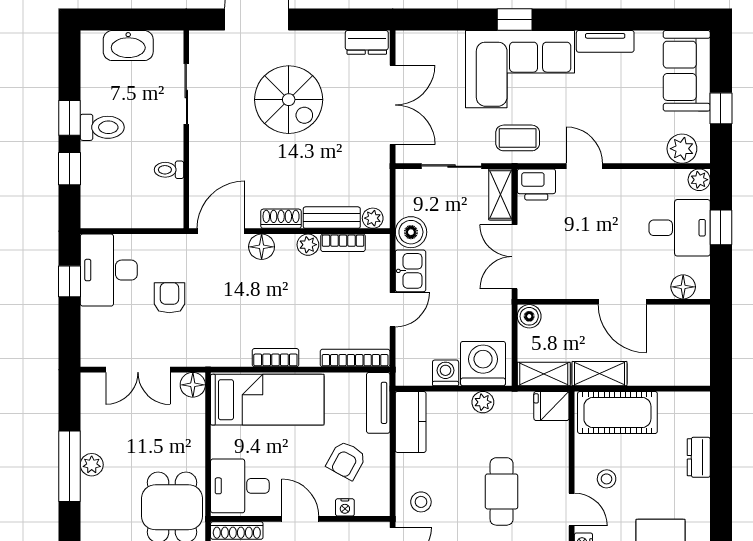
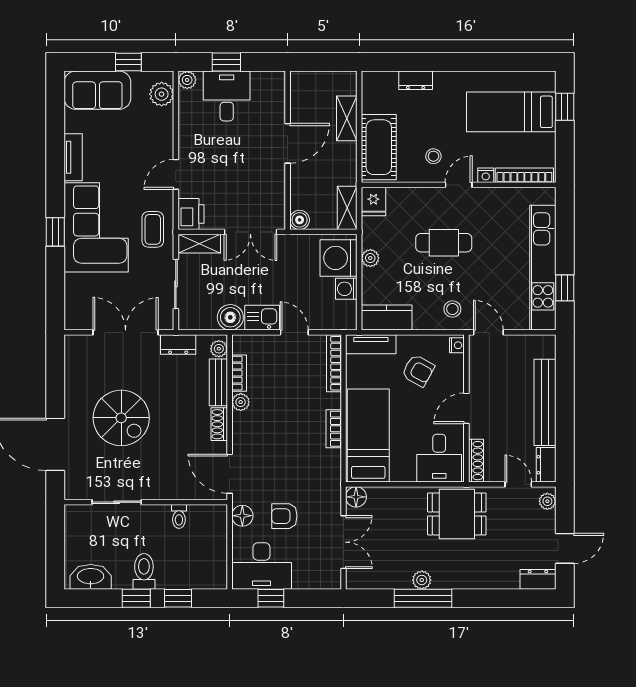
dresser: (367, 42) -> (178, 344), moved, turned 90
washbasin: (128, 46) -> (91, 577), moved, turned -90
spiral stairs: (289, 100) -> (121, 418), turned 90
floor lamp: (262, 247) -> (242, 516), moved
floor lamp: (683, 287) -> (275, 93), removed
shelving: (599, 374) -> (347, 118), moved
nightstand: (345, 507) -> (457, 345), moved

